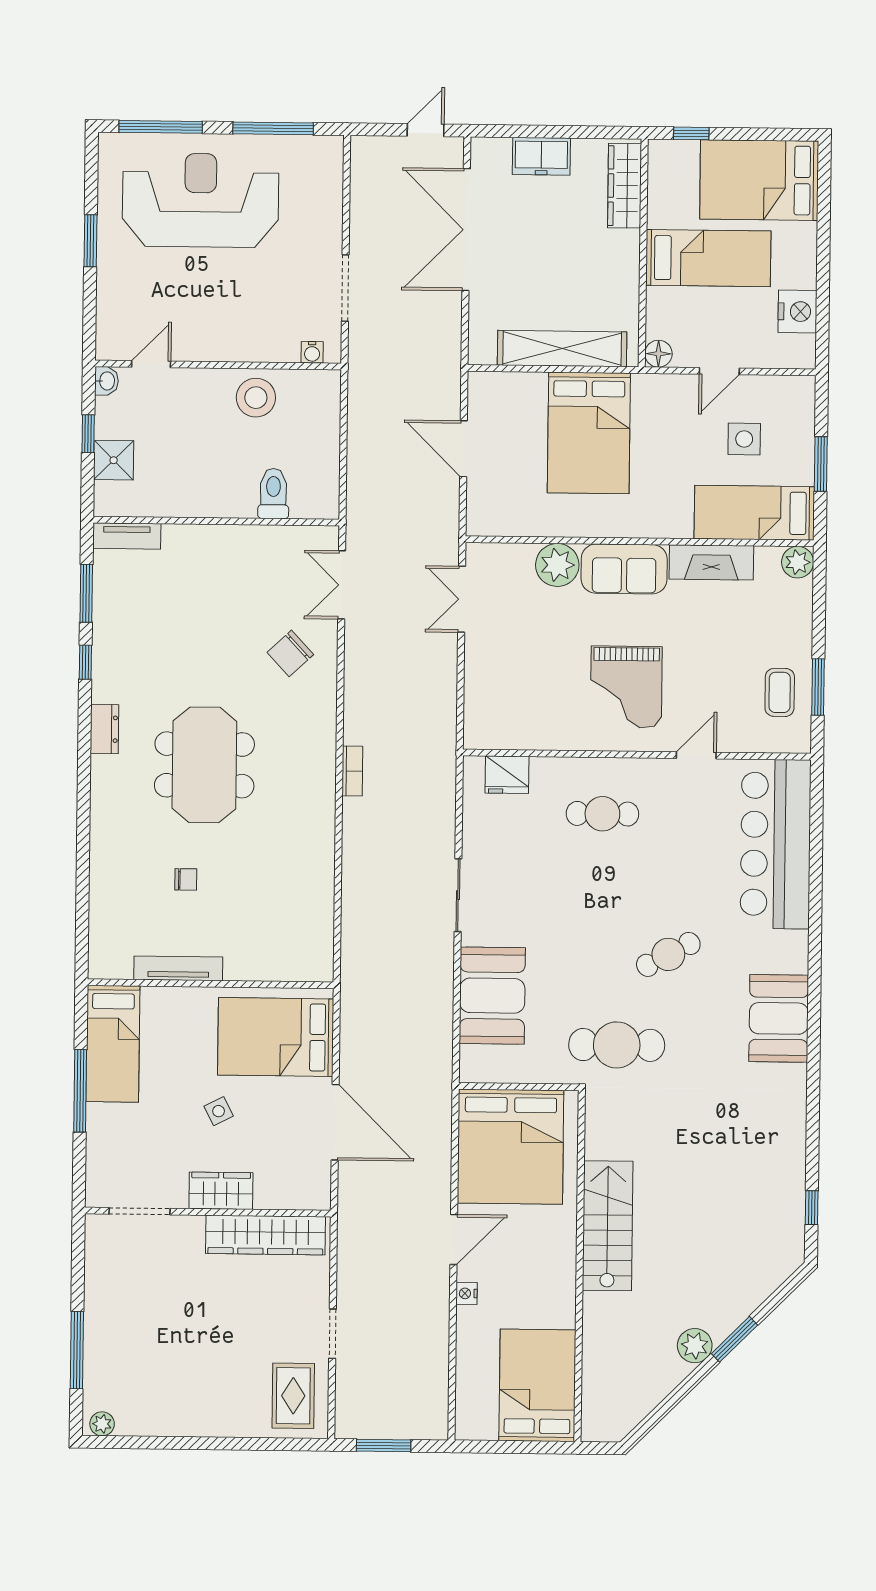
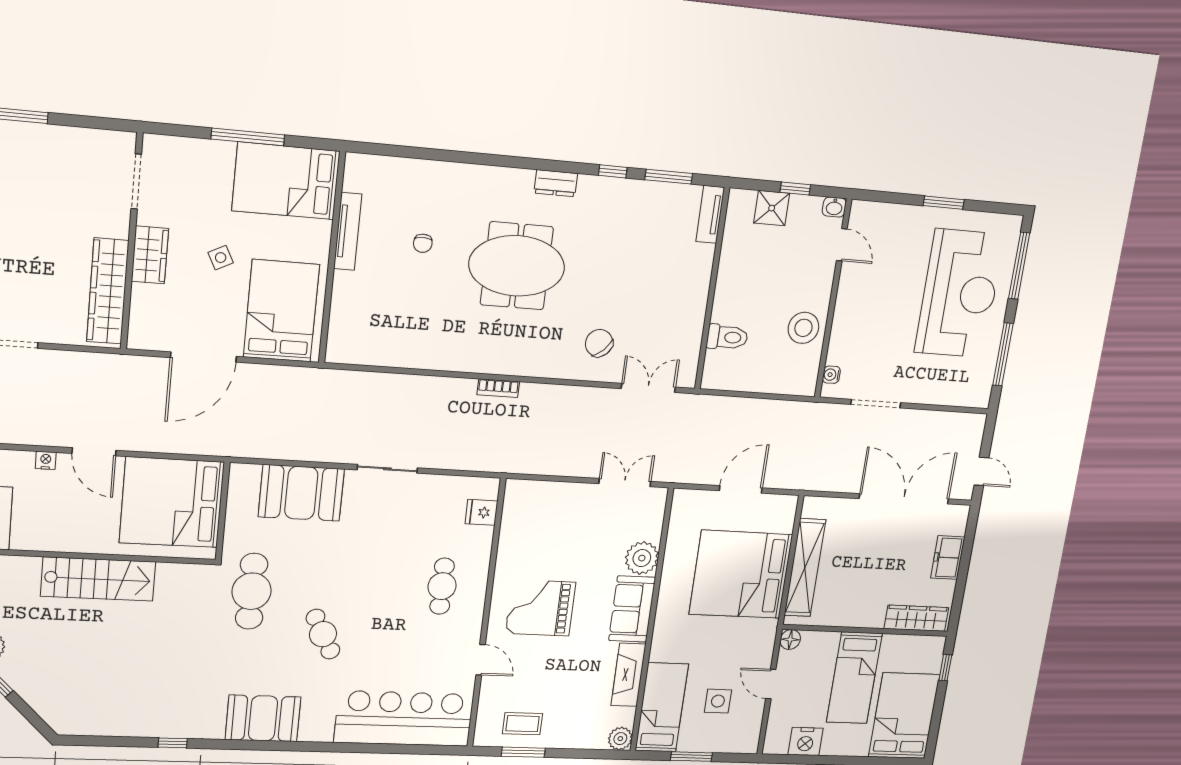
bed: (589, 433) -> (741, 574), width x1.36
fridge: (507, 775) -> (482, 512), width x0.72
bed: (113, 1044) -> (286, 181), width x1.50
window: (812, 1208) -> (173, 743), moved

